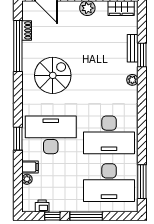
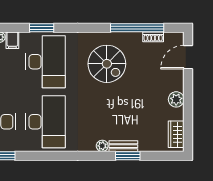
bench: (133, 48) -> (123, 146), moved
desk: (109, 135) -> (46, 122), turned 180

